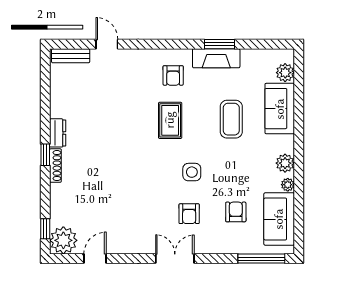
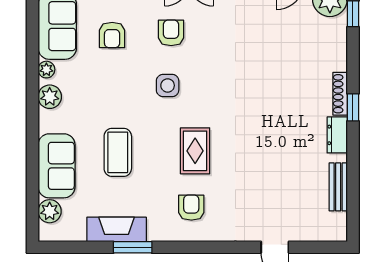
bench: (71, 56) -> (338, 187), moved, turned 90
fireplace: (216, 58) -> (117, 229), moved

